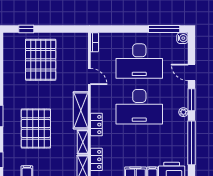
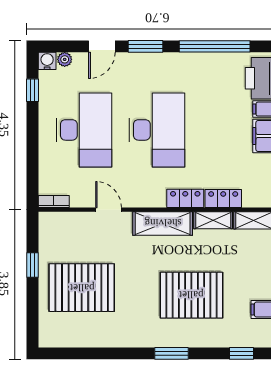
window: (26, 29) -> (32, 265), moved
window: (164, 29) -> (32, 90), width x0.46
door: (89, 77) -> (109, 210), hinge flipped
plant: (183, 112) -> (65, 59), moved
locker: (96, 159) -> (223, 199), moved

